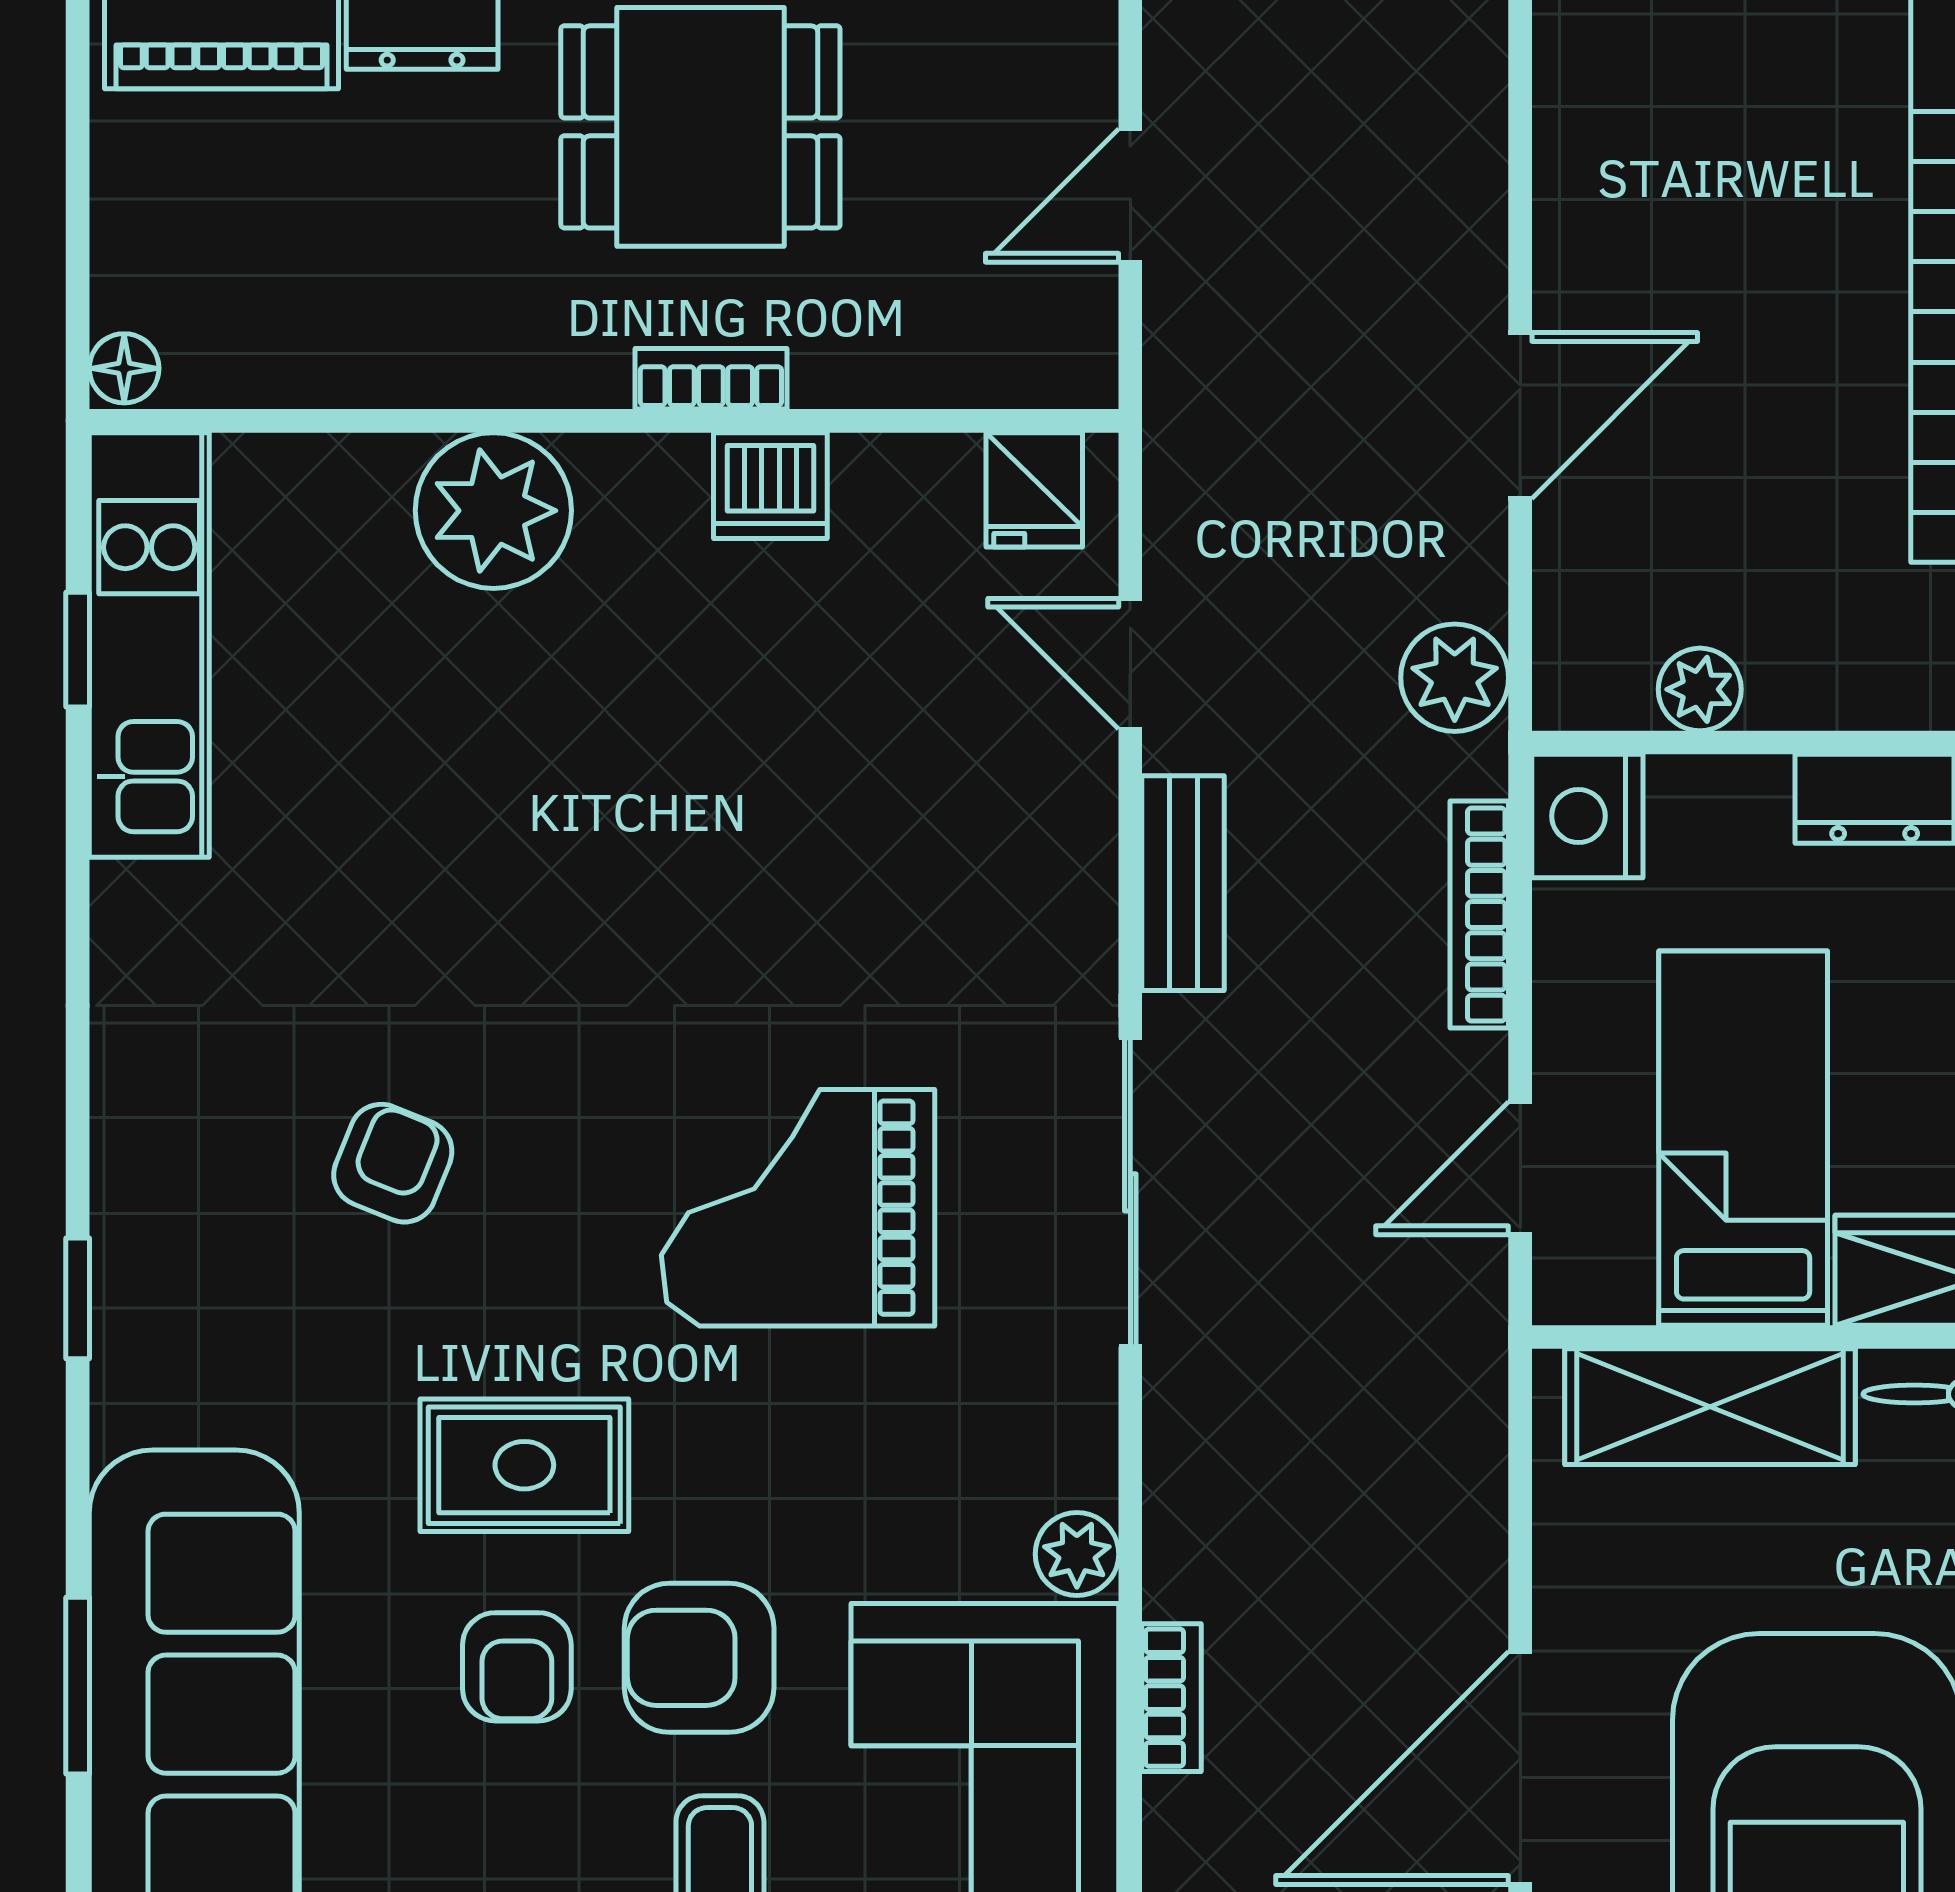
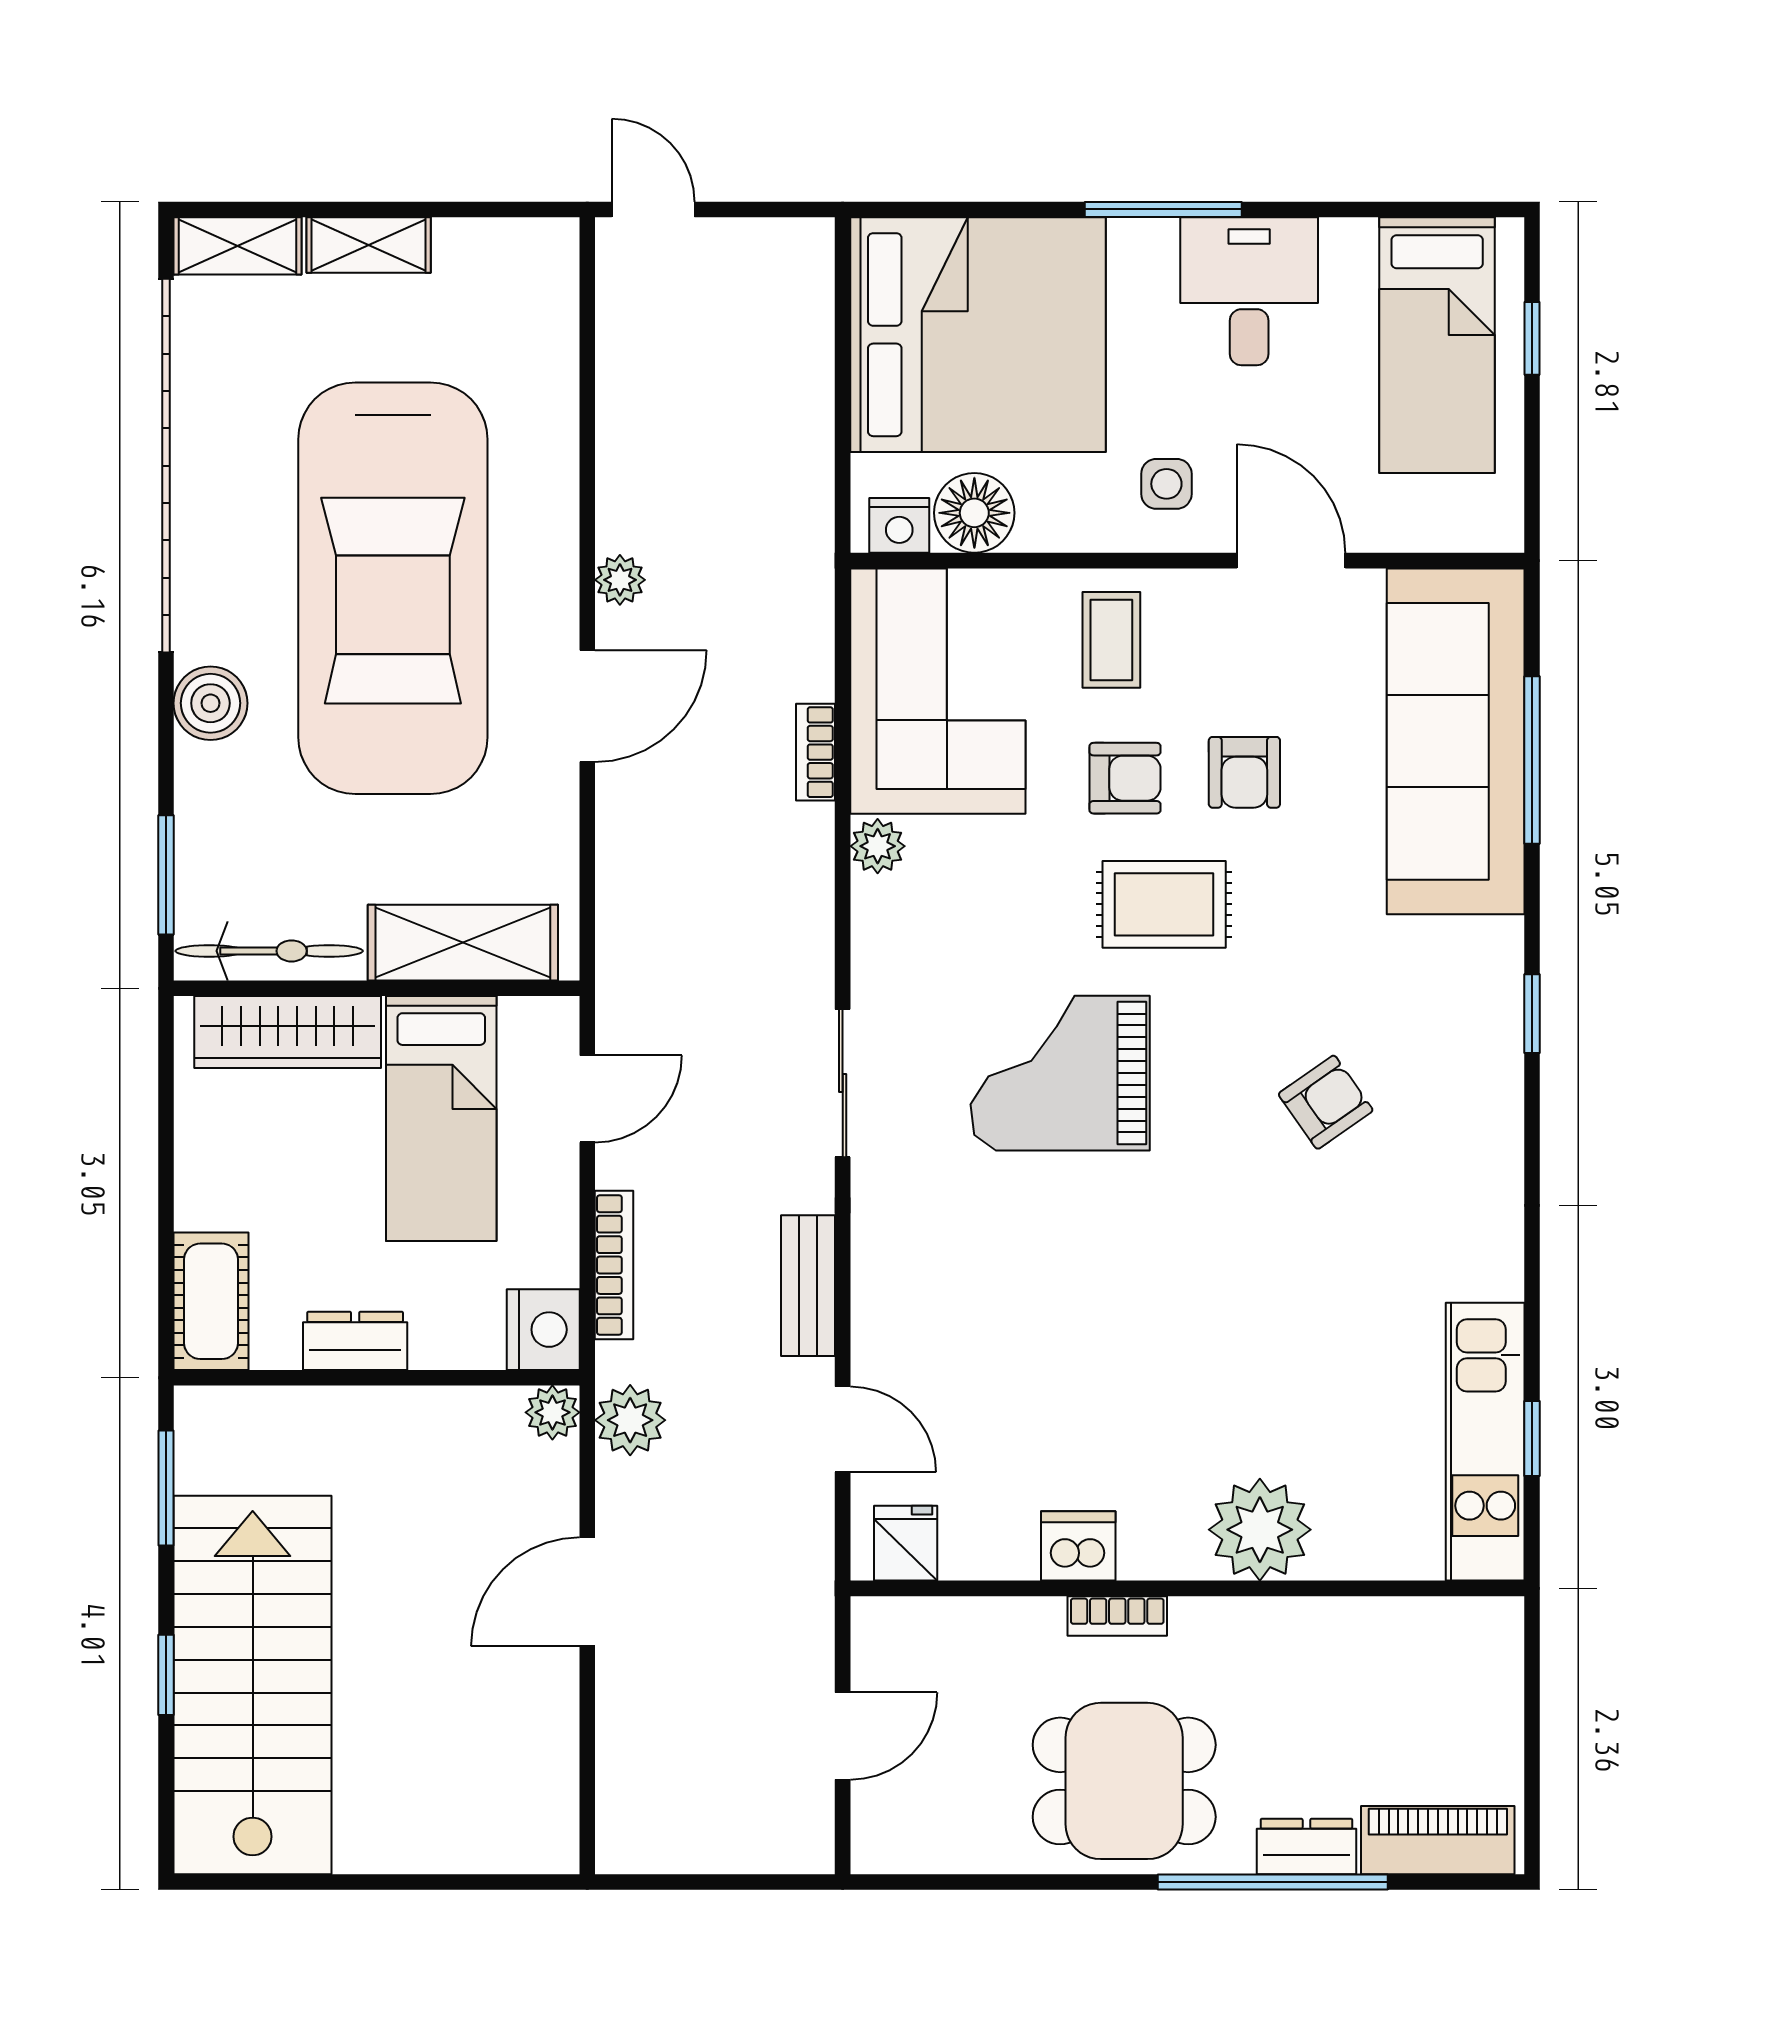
floor lamp: (124, 368) -> (1502, 1623), removed
plant: (1700, 689) -> (552, 1412), moved
armchair: (393, 1163) -> (1326, 1102), turned -147
sliding door: (1130, 1192) -> (843, 1083), width x0.73
grand piano: (798, 1208) -> (1060, 1073), turned 180
rug: (524, 1465) -> (1164, 904), moved
armchair: (699, 1658) -> (1125, 778), width x0.72, depth x0.72
armchair: (517, 1667) -> (1244, 772), turned 180
window: (78, 1686) -> (1532, 760), width x1.44
door: (1520, 1768) -> (587, 706), width x0.73

